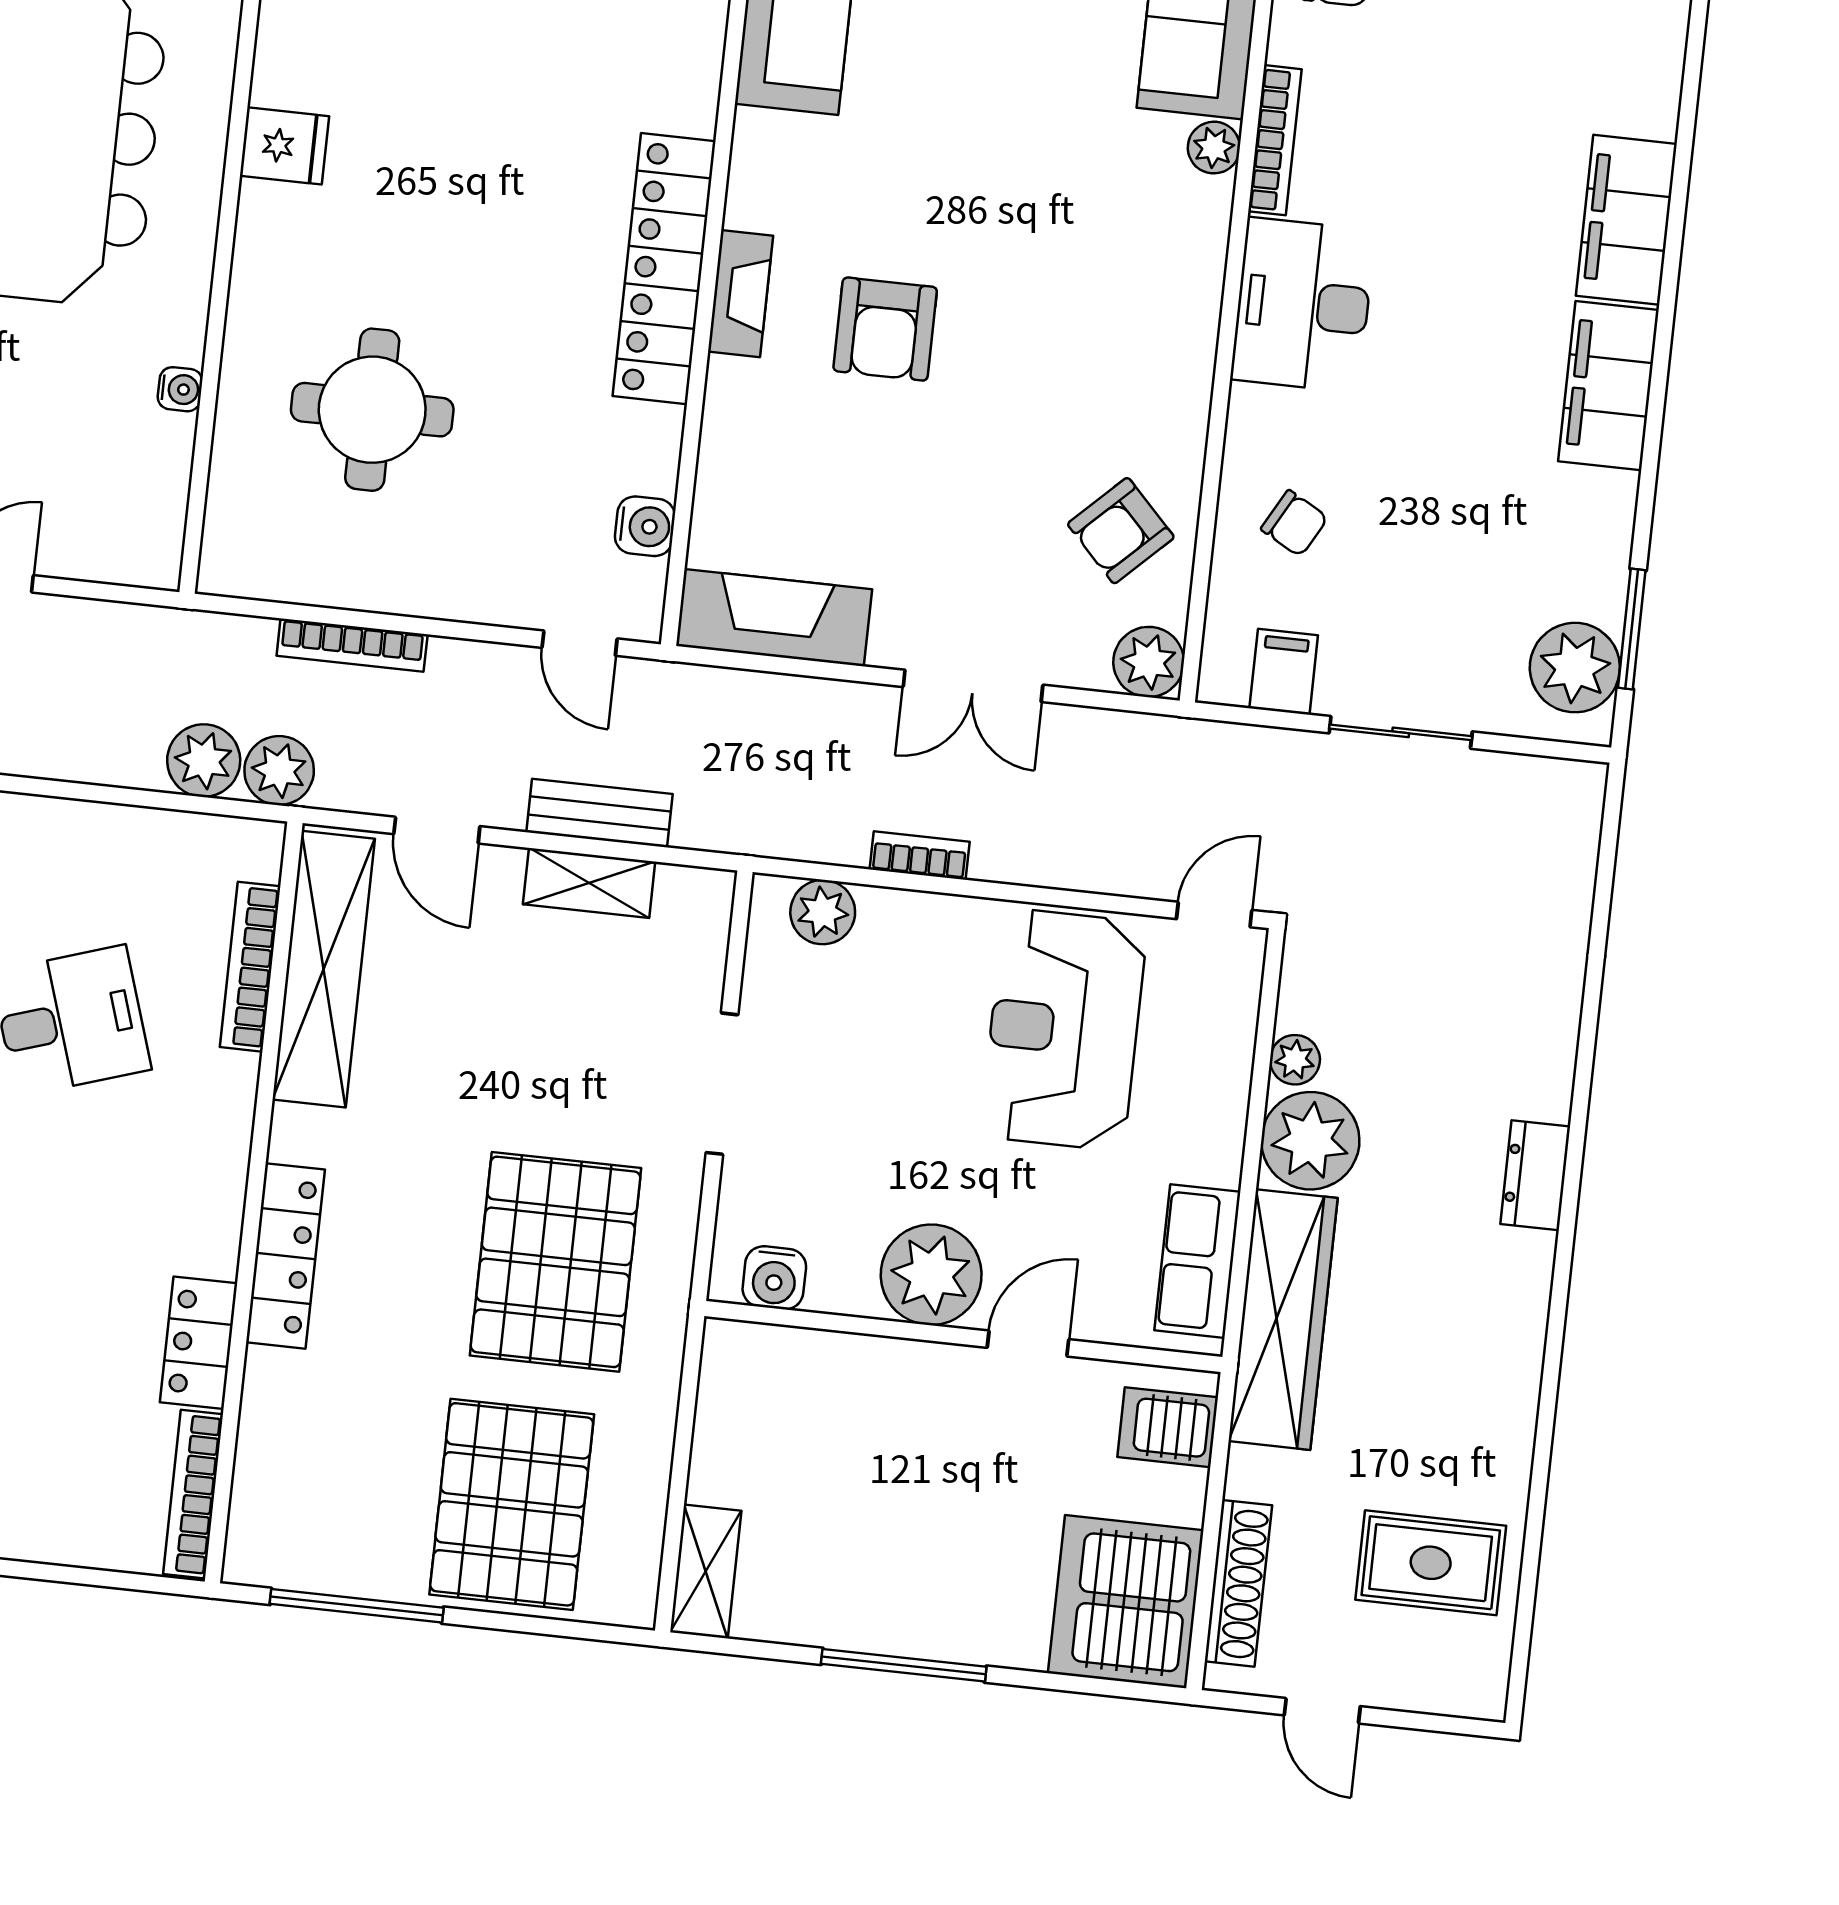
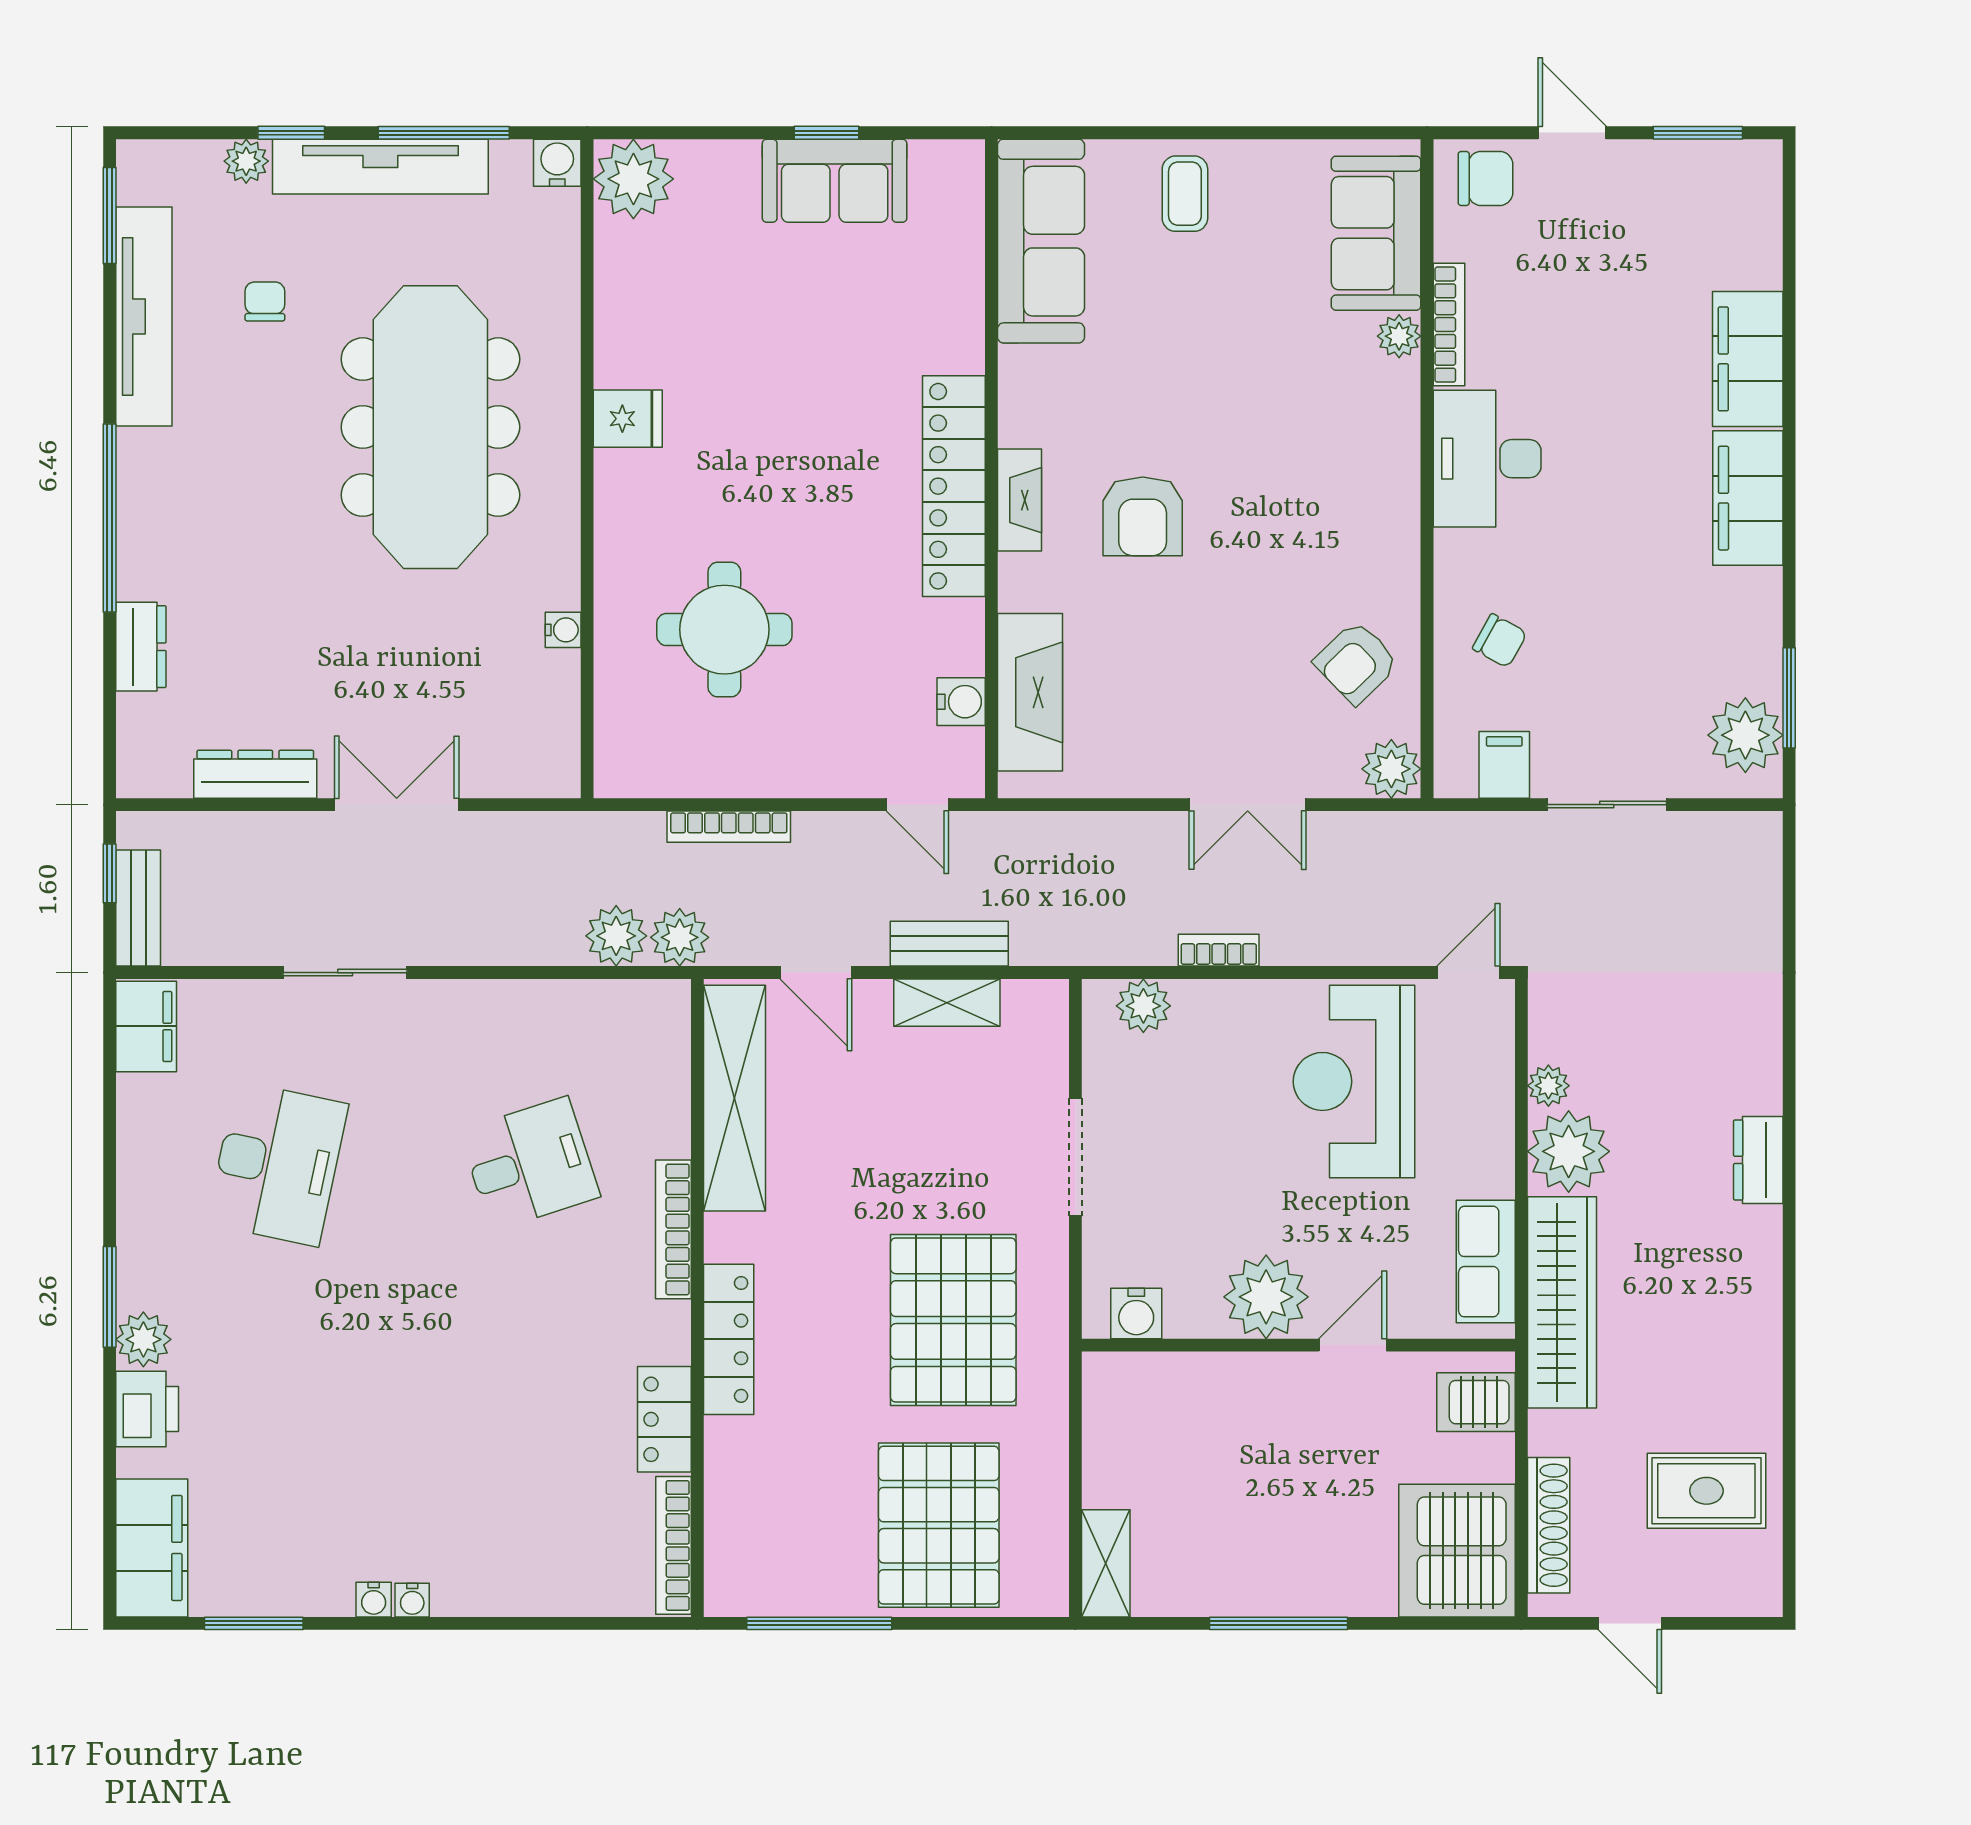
fireplace: (774, 618) -> (1030, 692), moved, turned 90
bookcase: (250, 967) -> (673, 1229), moved

